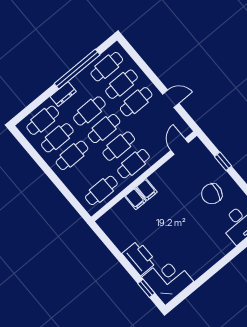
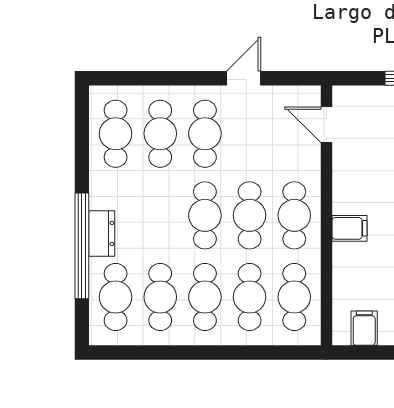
window: (77, 69) -> (82, 246), moved
cafe table: (89, 111) -> (250, 297), moved
filing cabinet: (135, 199) -> (364, 328), moved, turned -90

